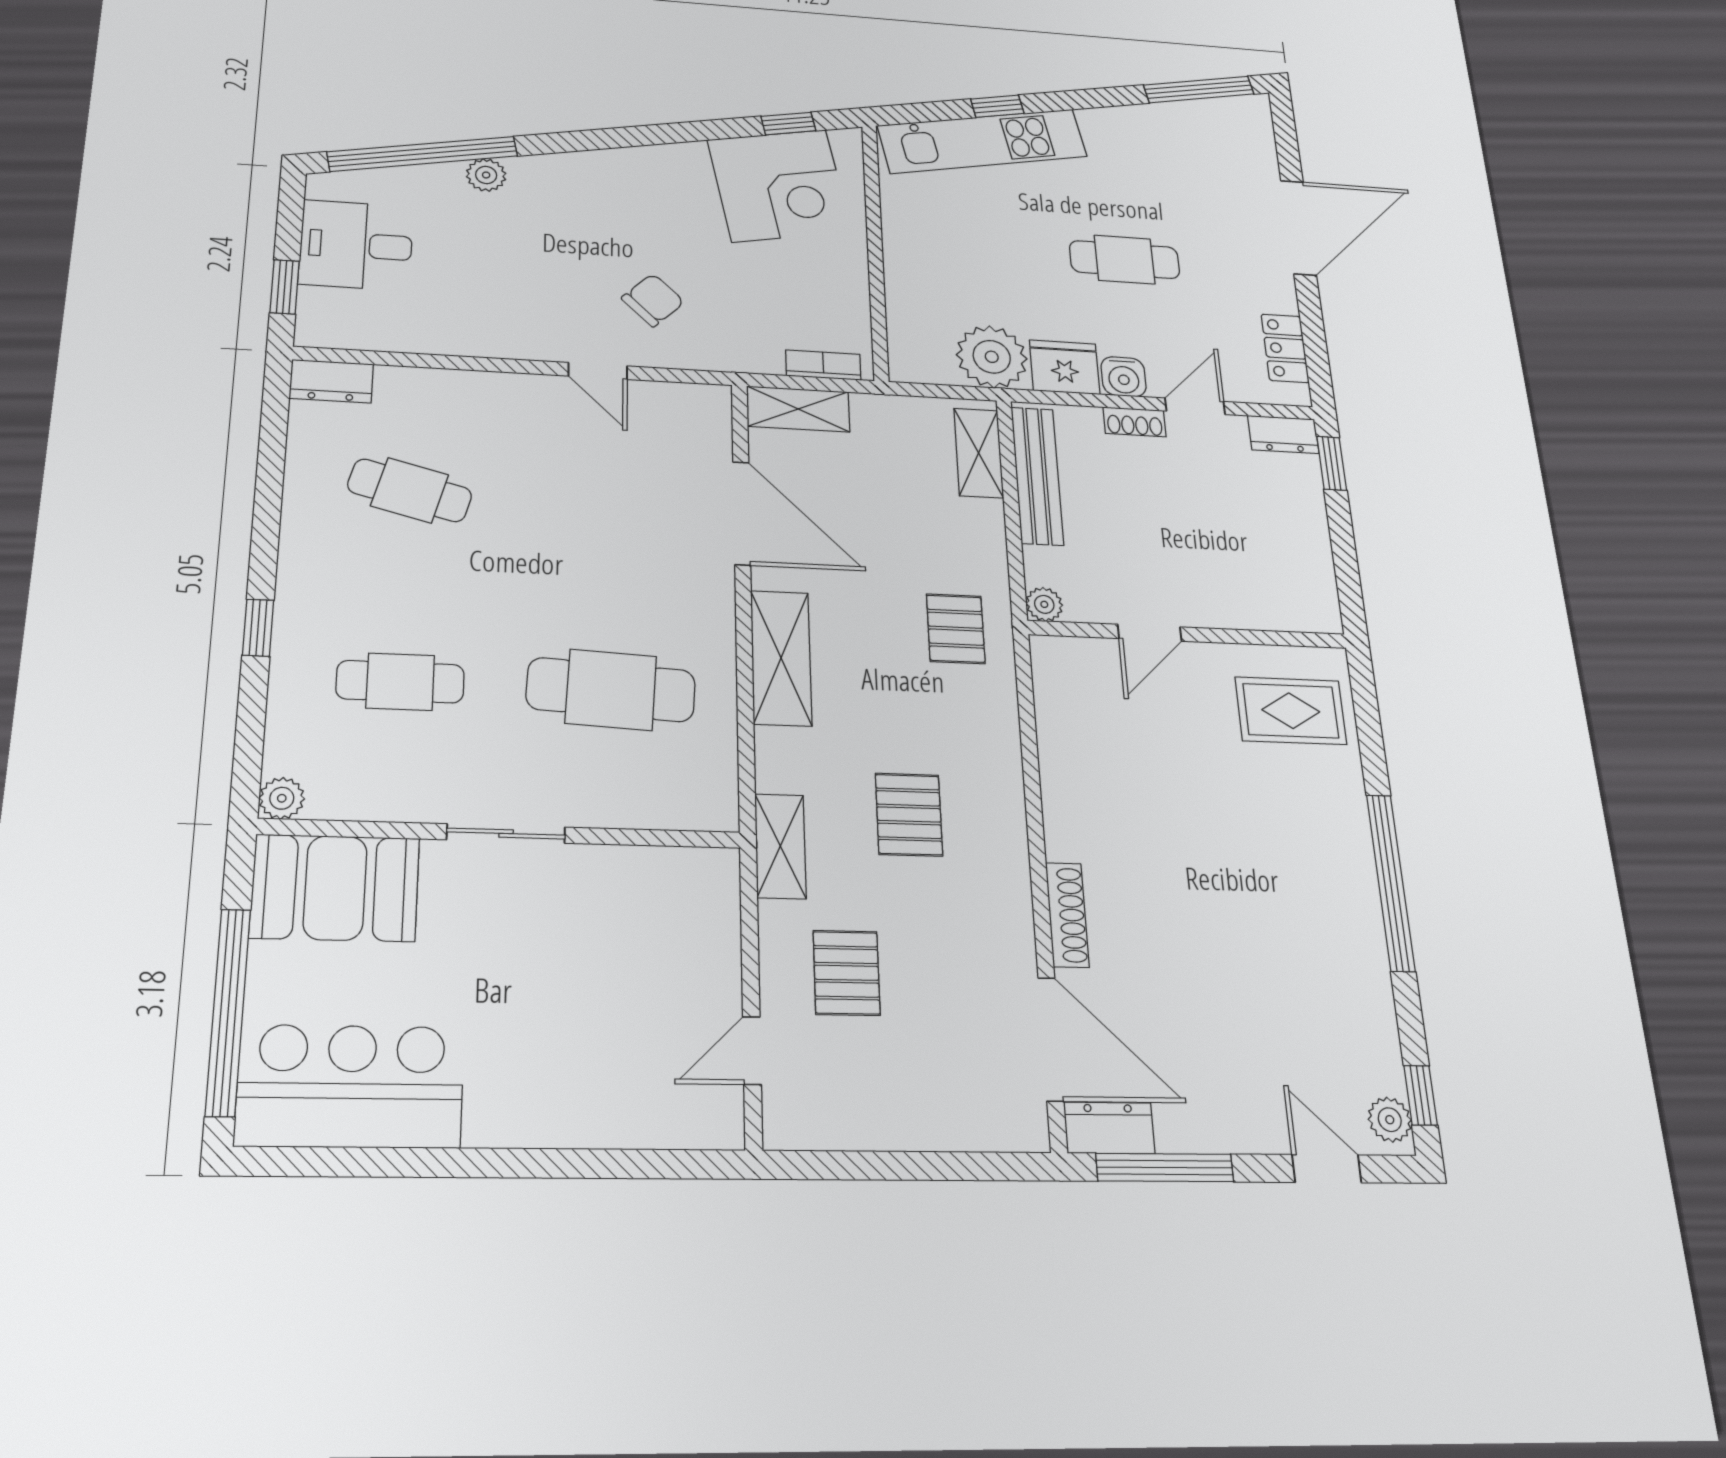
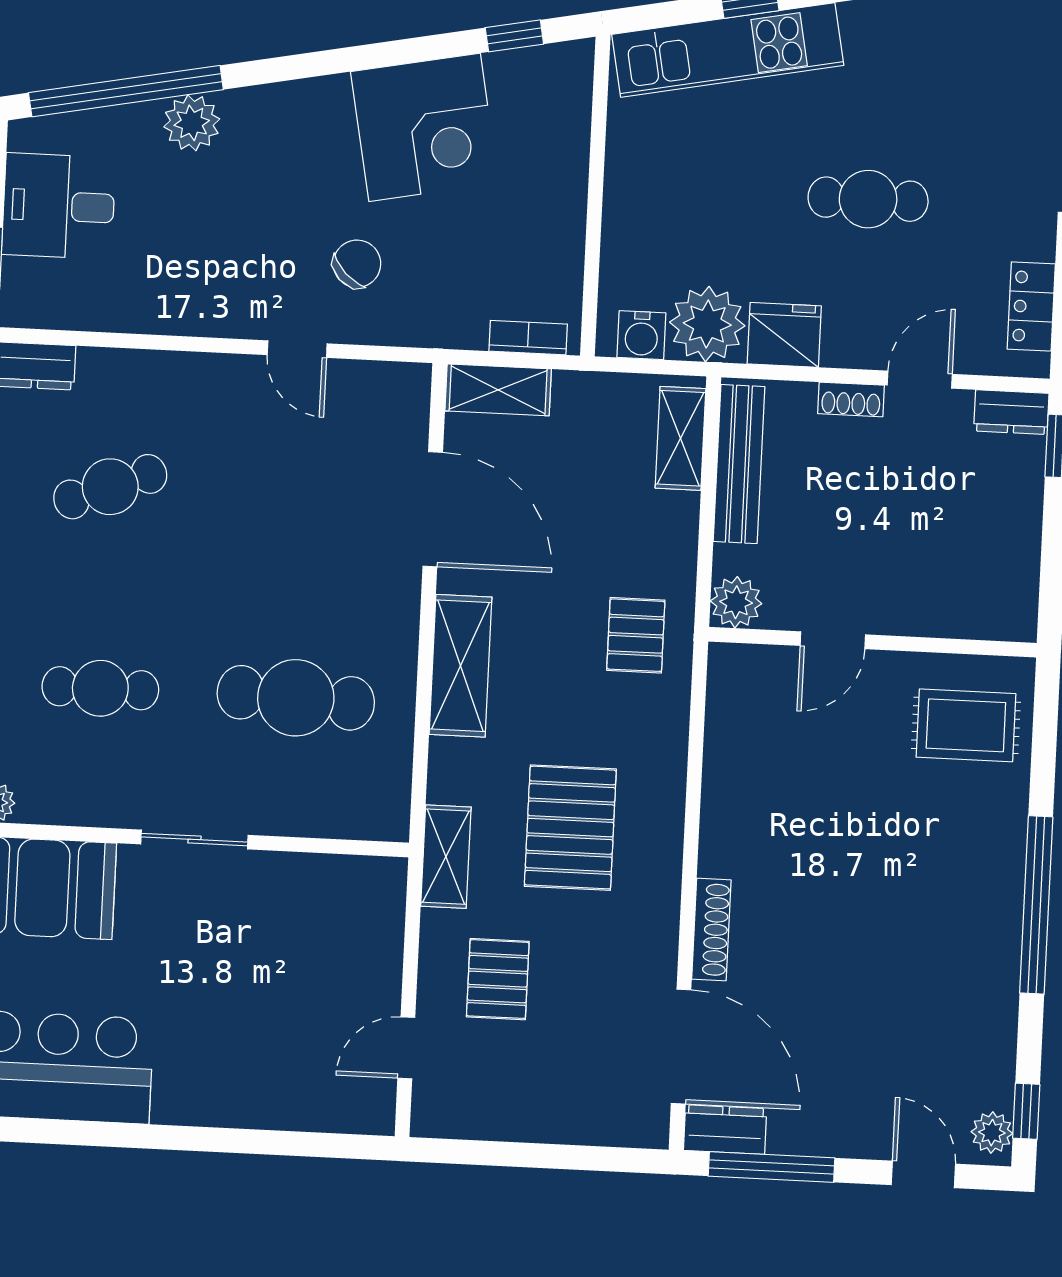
plant: (486, 175) -> (192, 123), width x1.38, depth x1.38
corner desk: (779, 185) -> (425, 127), moved
water cooler: (1124, 377) -> (641, 335), moved
cafe table: (410, 490) -> (110, 487), turned -36
plant: (1044, 604) -> (736, 602), width x1.38, depth x1.38
pallet: (909, 815) -> (570, 828), width x1.50, depth x1.42

